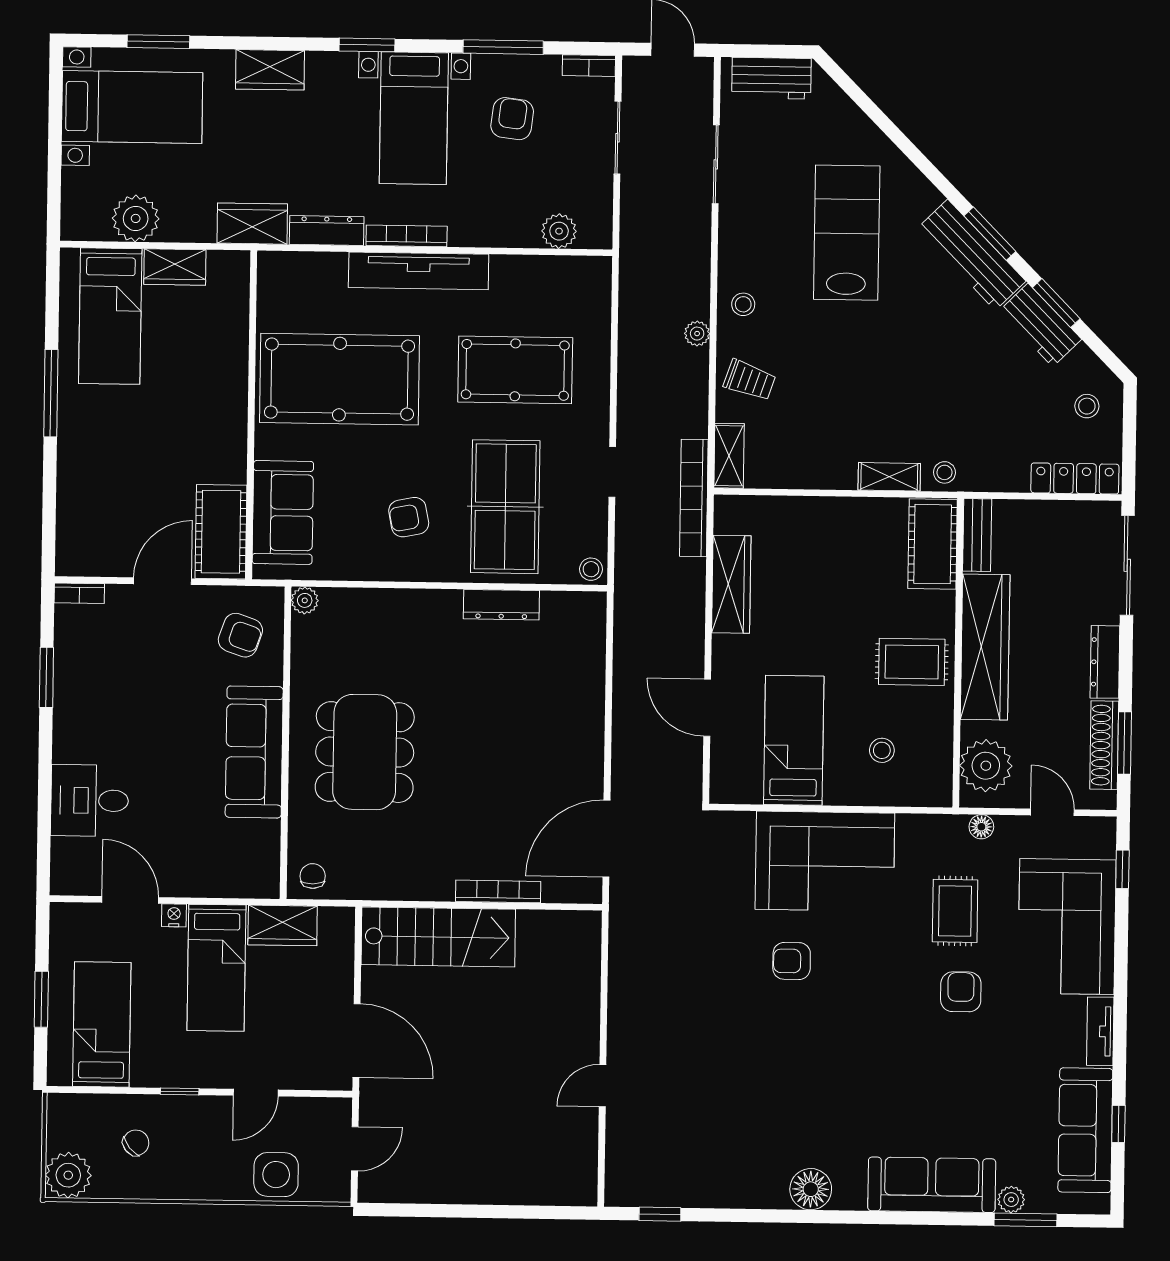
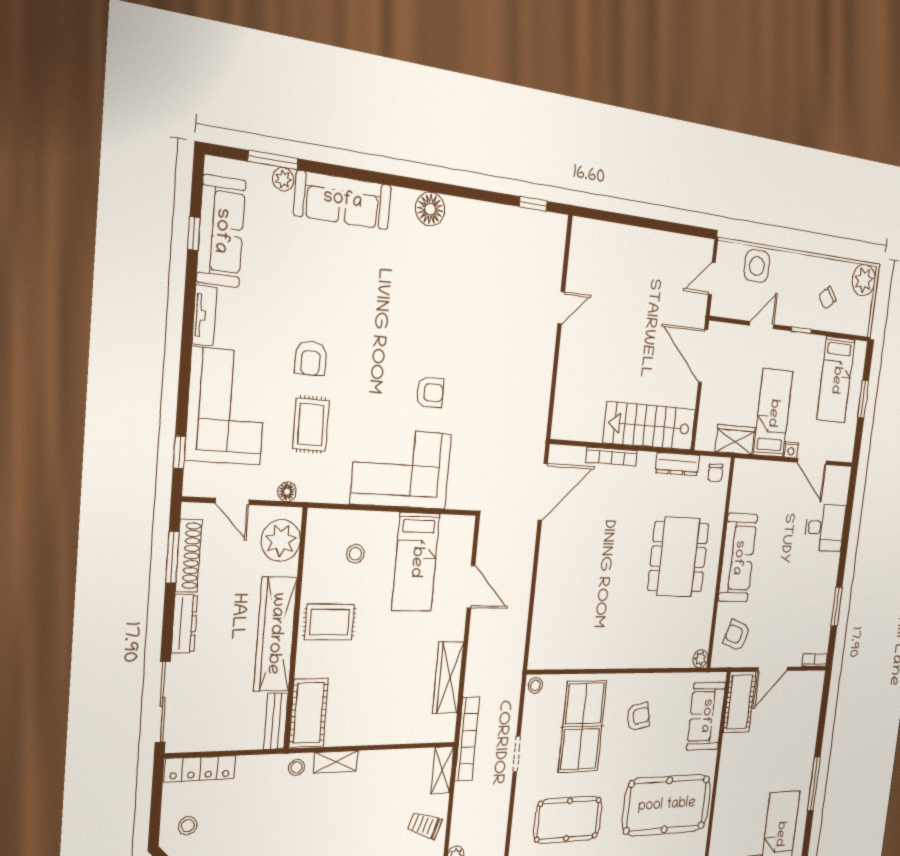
dresser: (501, 605) -> (677, 464), moved, turned 180

